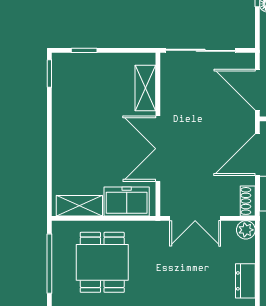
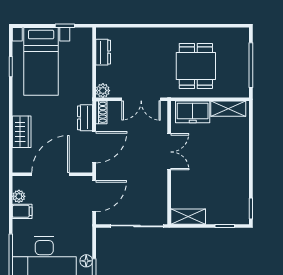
shelving: (145, 88) -> (188, 217), moved, turned 90
door: (257, 90) -> (94, 196), hinge flipped
double door: (158, 149) -> (169, 152), width x0.73
double door: (195, 218) -> (141, 99), swing flipped
dining table: (102, 262) -> (196, 66), moved

